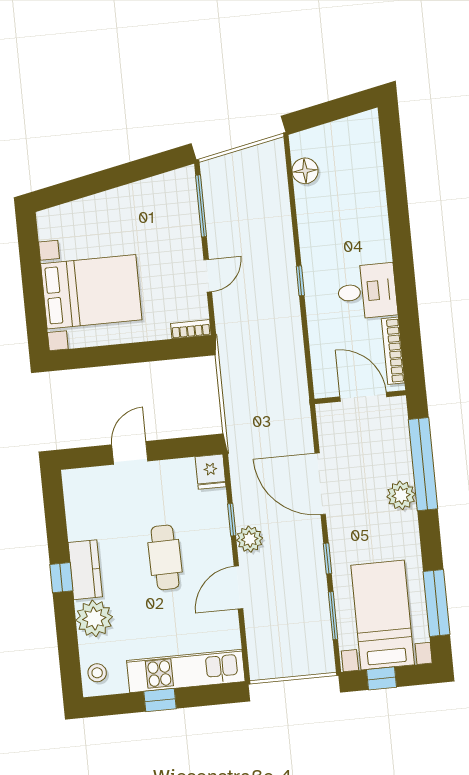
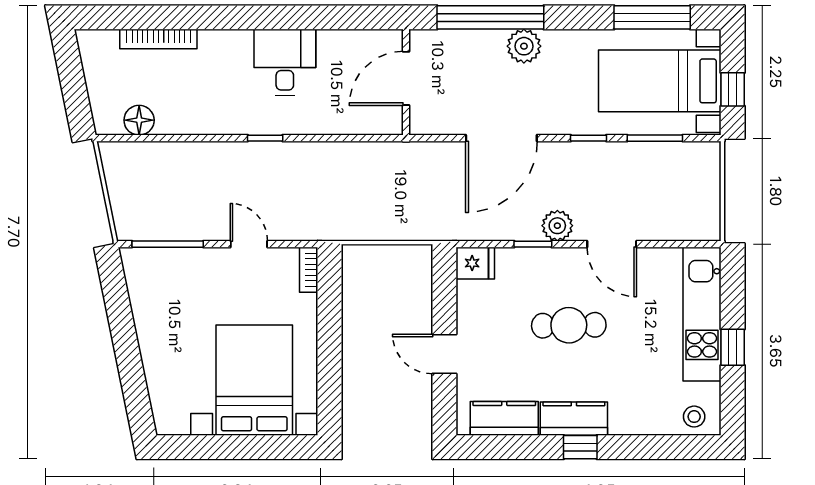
bookcase: (393, 351) -> (158, 39), moved
kitchen counter: (80, 510) -> (504, 418), added
plant: (94, 618) -> (631, 414), removed

